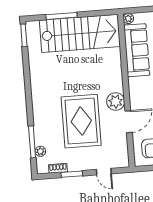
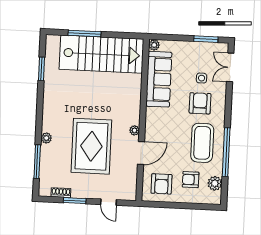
window: (24, 35) -> (42, 69), moved
plant: (116, 101) -> (134, 130), width x0.53, depth x0.53
plant: (40, 151) -> (46, 138), moved

